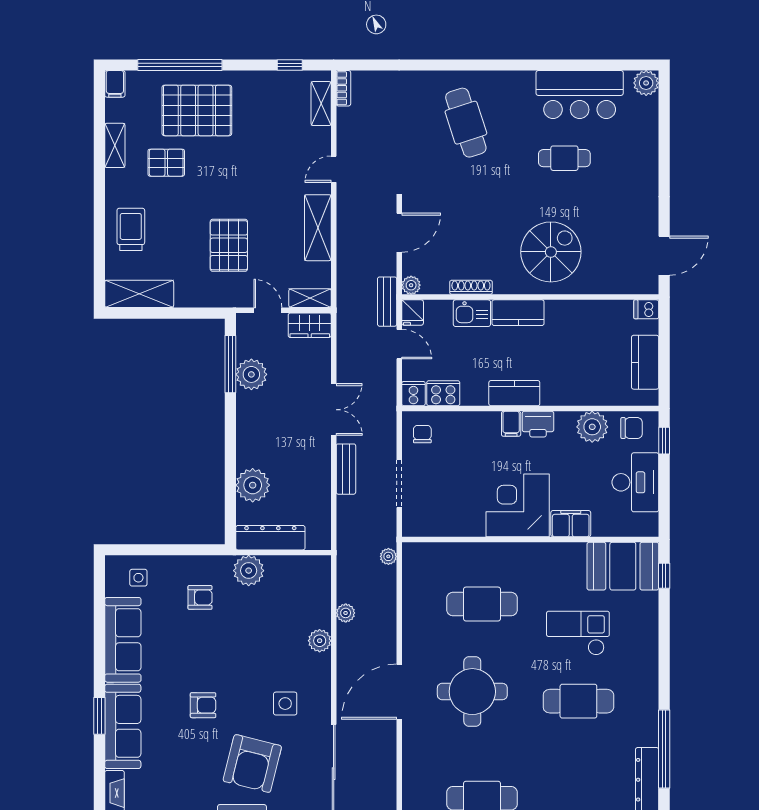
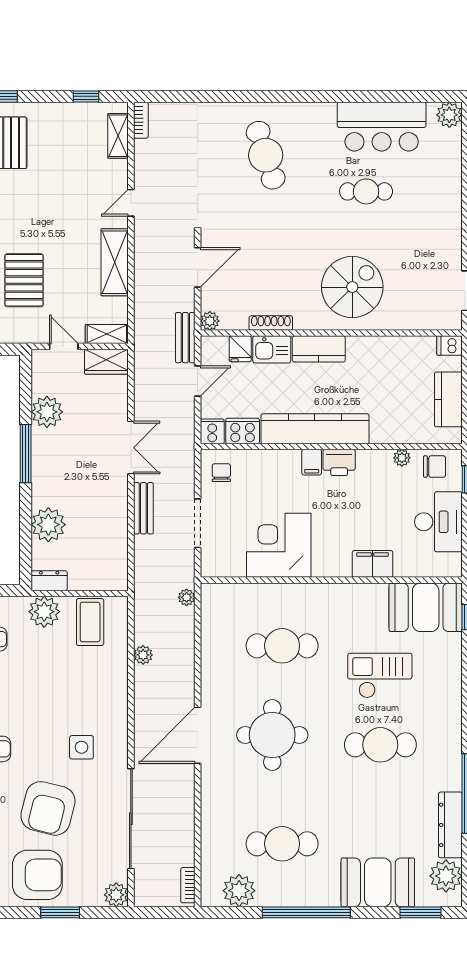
fridge: (413, 313) -> (240, 349), moved
door: (399, 344) -> (198, 381), hinge flipped
window: (230, 364) -> (26, 454), moved
kitchen counter: (514, 393) -> (315, 429), width x2.08, depth x1.17
plant: (592, 427) -> (402, 458), width x0.53, depth x0.53
corner desk: (518, 505) -> (279, 545), moved
dresser: (270, 538) -> (49, 581), width x0.51, depth x0.80
coffee table: (294, 581) -> (90, 622), added
plant: (320, 641) -> (117, 683), removed

